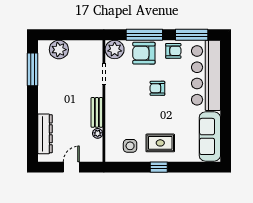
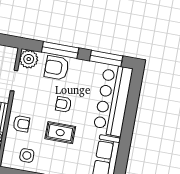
armchair: (173, 51) -> (21, 124), moved
rug: (160, 143) -> (60, 133), moved

